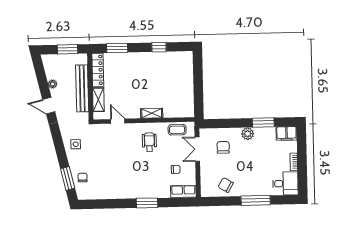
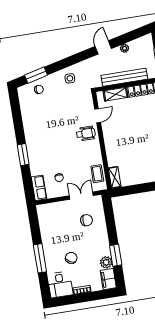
shelving: (152, 113) -> (115, 177), moved
plant: (248, 134) -> (106, 262), moved
wheelchair: (149, 142) -> (86, 133), moved
chair: (226, 185) -> (71, 258), moved

